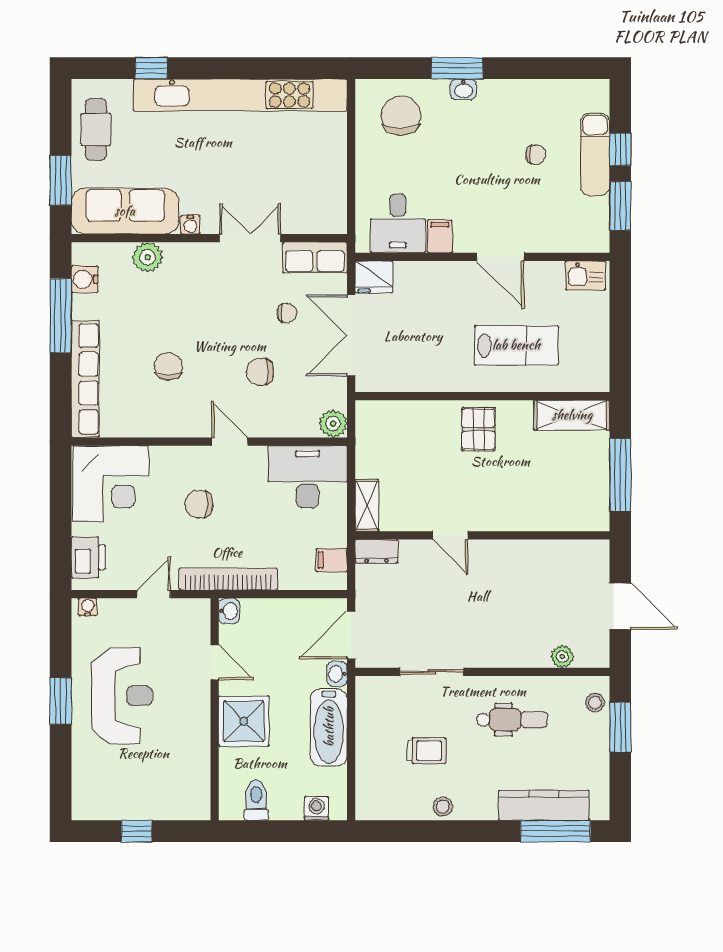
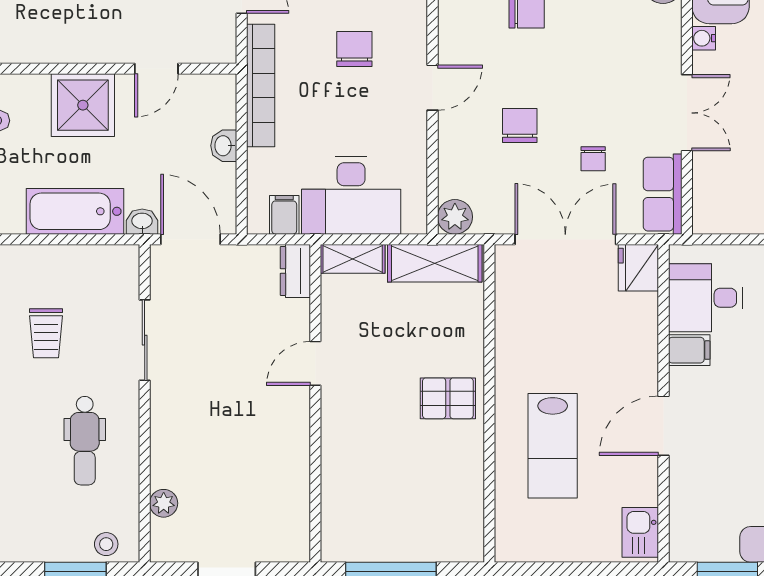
shelving: (572, 415) -> (435, 263), moved, turned 90
desk: (308, 477) -> (351, 195), moved, turned 90
washbasin: (229, 611) -> (224, 146), moved, turned 90

